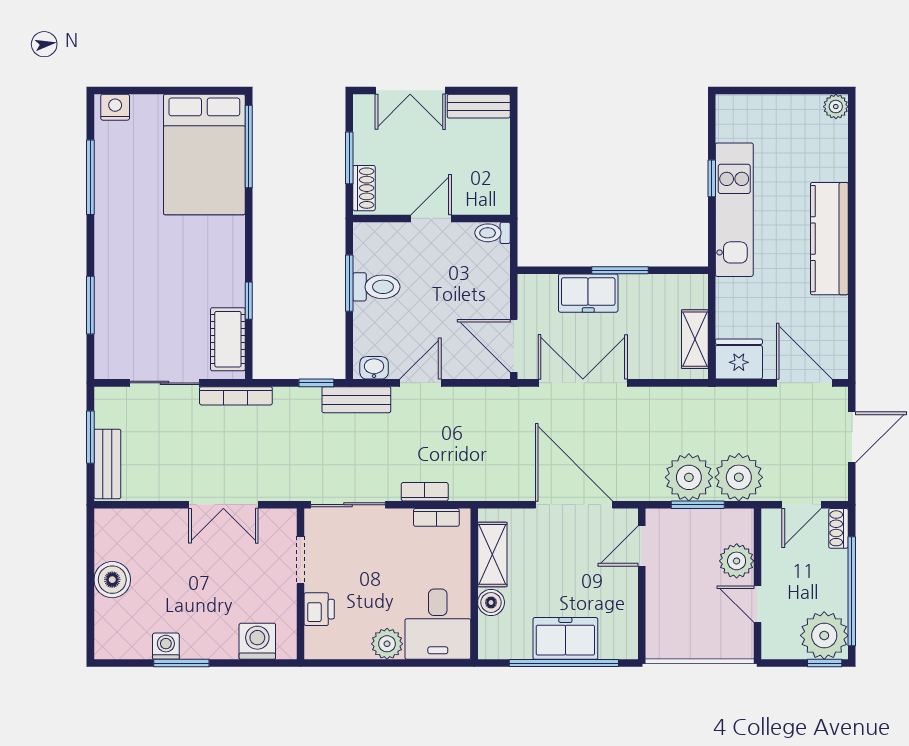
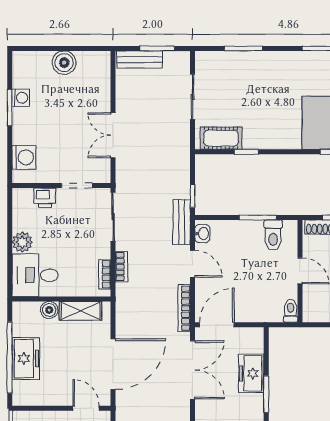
toilet: (376, 287) -> (273, 235), moved
bookcase: (236, 396) -> (184, 308), moved

